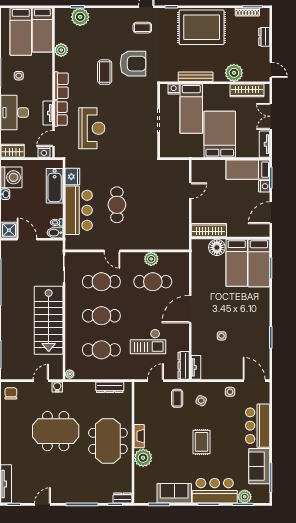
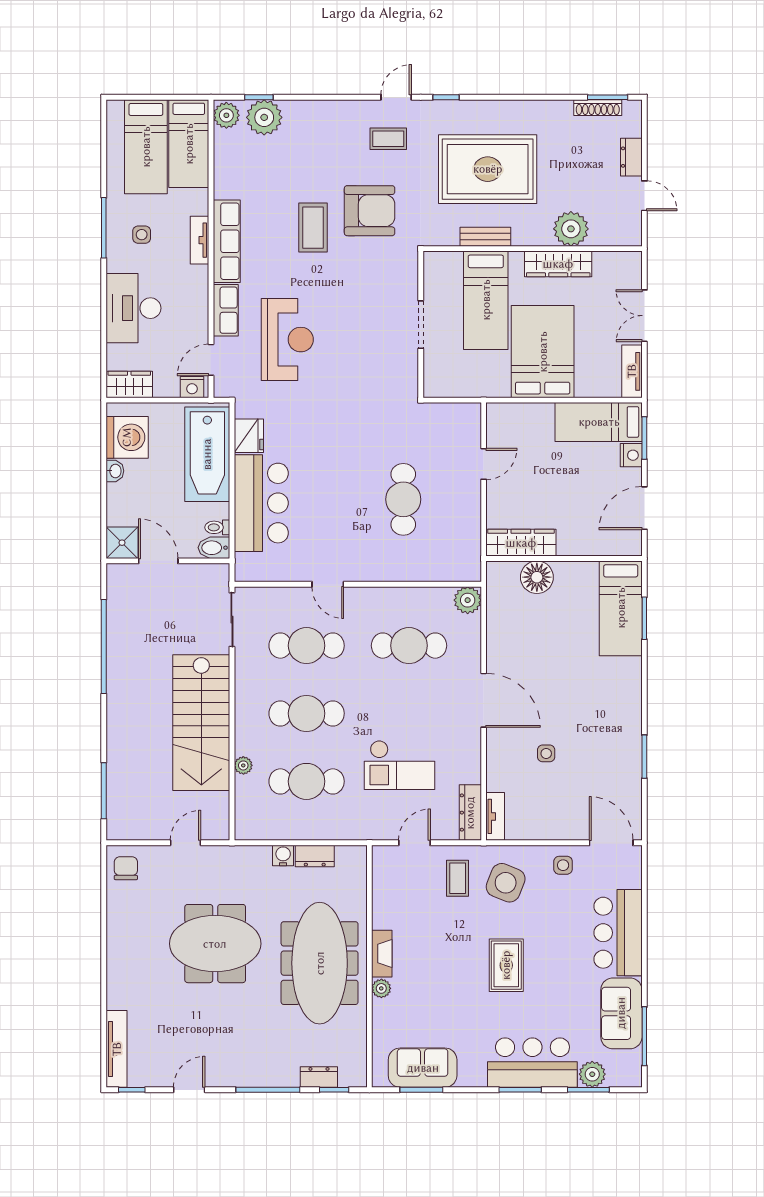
rug: (202, 27) -> (488, 169), moved
plant: (61, 50) -> (226, 115), moved
door: (271, 70) -> (644, 196), moved
bench: (196, 77) -> (485, 237), width x0.73
row of seats: (61, 86) -> (227, 241), width x1.48
nightstand: (174, 89) -> (451, 261), removed
wardrobe: (247, 90) -> (558, 264), moved
tv unit: (48, 113) -> (199, 240), moved
bathtub: (55, 186) -> (207, 454), width x1.36, depth x1.36
cafe table: (117, 205) -> (403, 499), moved
plant: (151, 259) -> (468, 600), moved
bed: (237, 263) -> (576, 608), removed
door: (190, 309) -> (484, 700), swing flipped
plant: (70, 374) -> (243, 765), moved
water cooler: (57, 387) -> (283, 856), moved
dresser: (110, 387) -> (315, 856), width x0.70
side table: (201, 401) -> (506, 883), width x1.87, depth x1.87
meeting table: (108, 441) -> (320, 963), width x1.36
plant: (143, 458) -> (381, 988), width x0.53, depth x0.53
sofa: (174, 493) -> (423, 1068), moved
dresser: (122, 498) -> (319, 1077), moved

